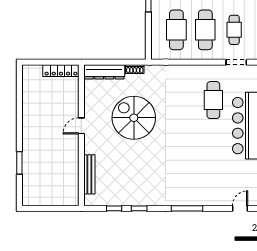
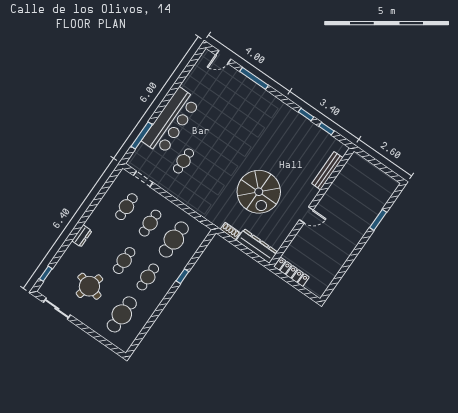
cafe table: (205, 30) -> (150, 223), width x0.73, depth x0.74
cafe table: (213, 100) -> (184, 161), width x0.73, depth x0.74
window: (187, 208) -> (254, 78), moved

